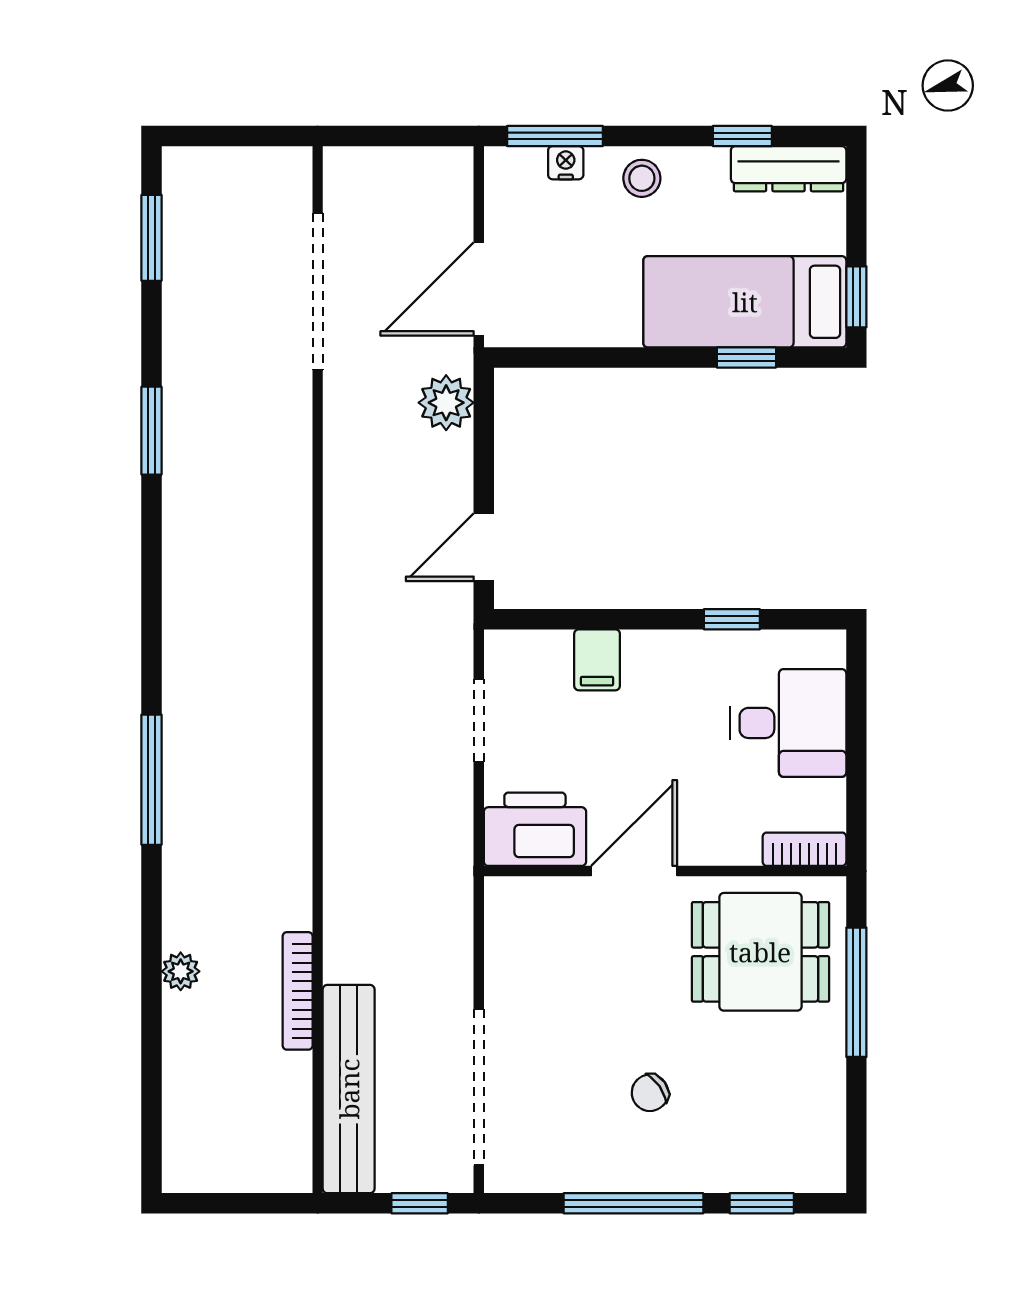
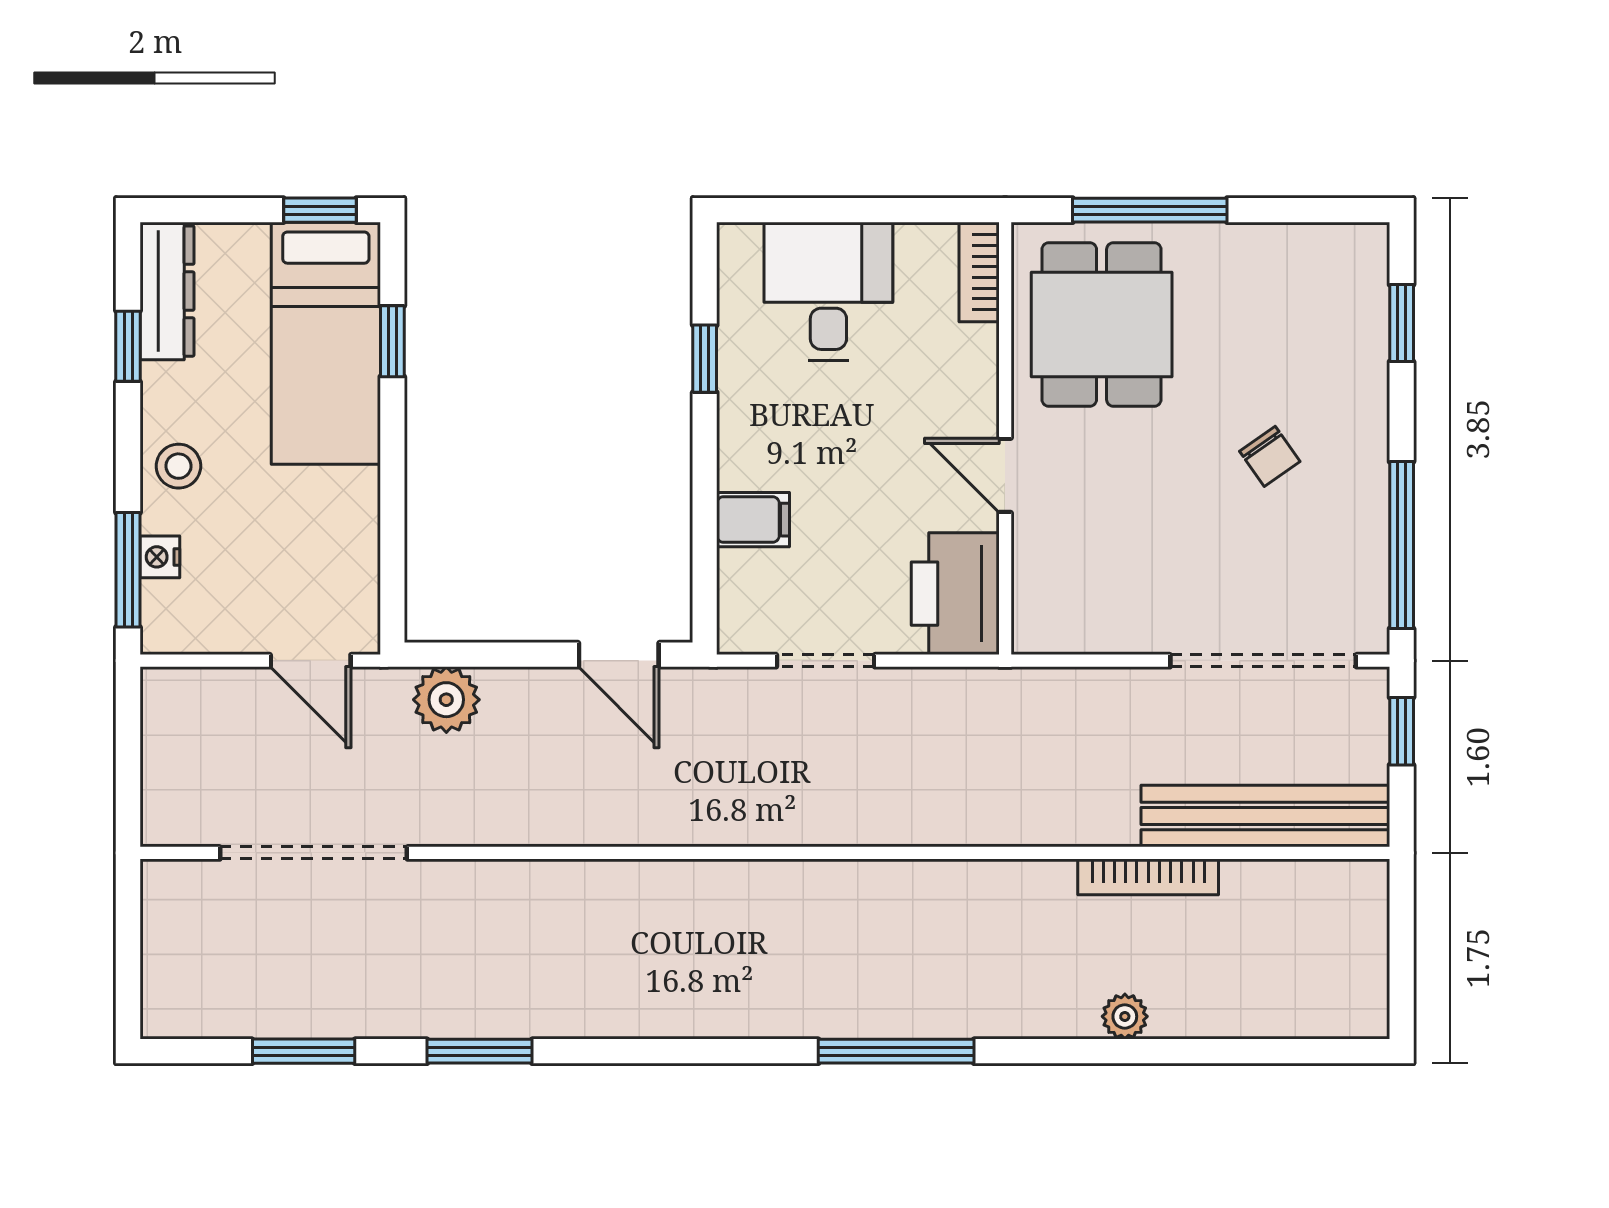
window: (152, 238) -> (304, 1051), moved
door: (479, 289) -> (311, 661), width x0.73
door: (634, 871) -> (1005, 475), width x0.73
window: (633, 1203) -> (1402, 545), moved

